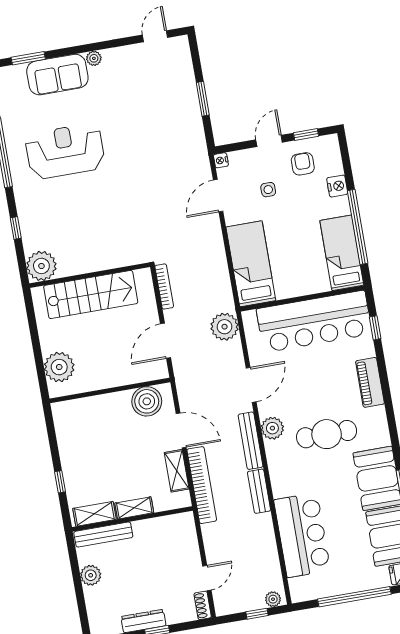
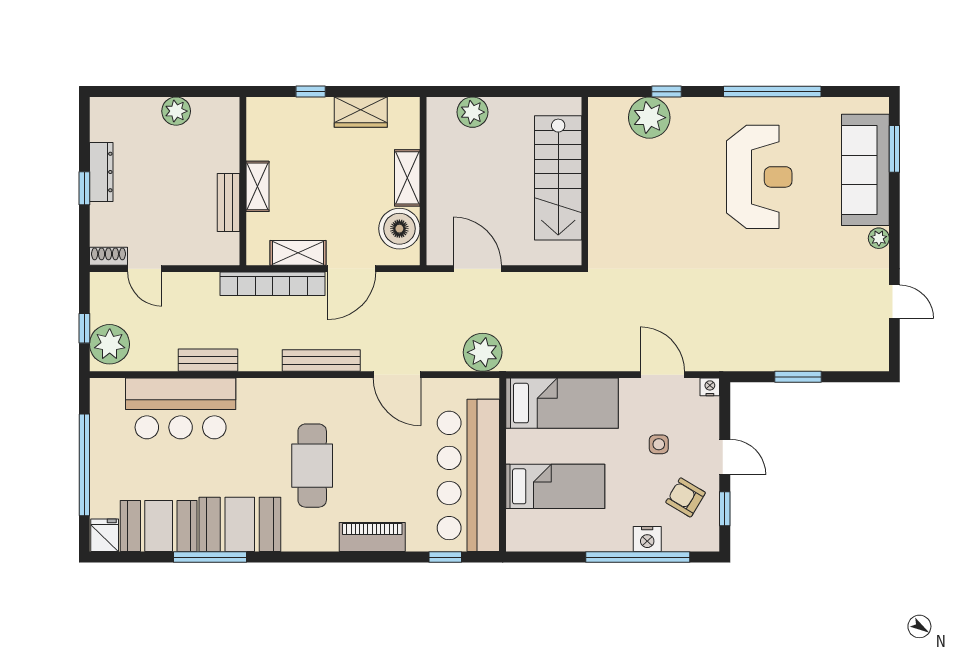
door: (155, 36) -> (894, 302), moved
sofa: (57, 75) -> (865, 170), width x1.36
armchair: (303, 164) -> (686, 497), turned -149
window: (358, 227) -> (638, 557), moved
bed: (342, 253) -> (555, 486), moved
plant: (41, 266) -> (649, 118), moved
bookcase: (164, 286) -> (552, 280), removed
plant: (59, 367) -> (472, 112), width x0.73, depth x0.73
plant: (272, 428) -> (333, 393), removed
wardrobe: (68, 443) -> (361, 112), added
bench: (259, 491) -> (208, 360), moved
shelving: (94, 514) -> (407, 178), moved
bench: (103, 535) -> (229, 202), moved, width x0.73
plant: (273, 599) -> (110, 344), width x1.88, depth x1.88

